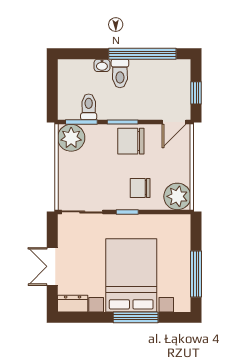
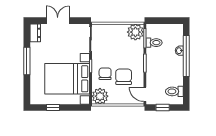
window: (142, 54) -> (186, 56), moved
toilet: (120, 73) -> (174, 91), moved
chair: (131, 141) -> (124, 77), moved
window: (196, 274) -> (53, 108), width x0.46
bed with nightstands: (131, 275) -> (67, 79), moved, turned 180
window: (136, 317) -> (27, 61), moved

